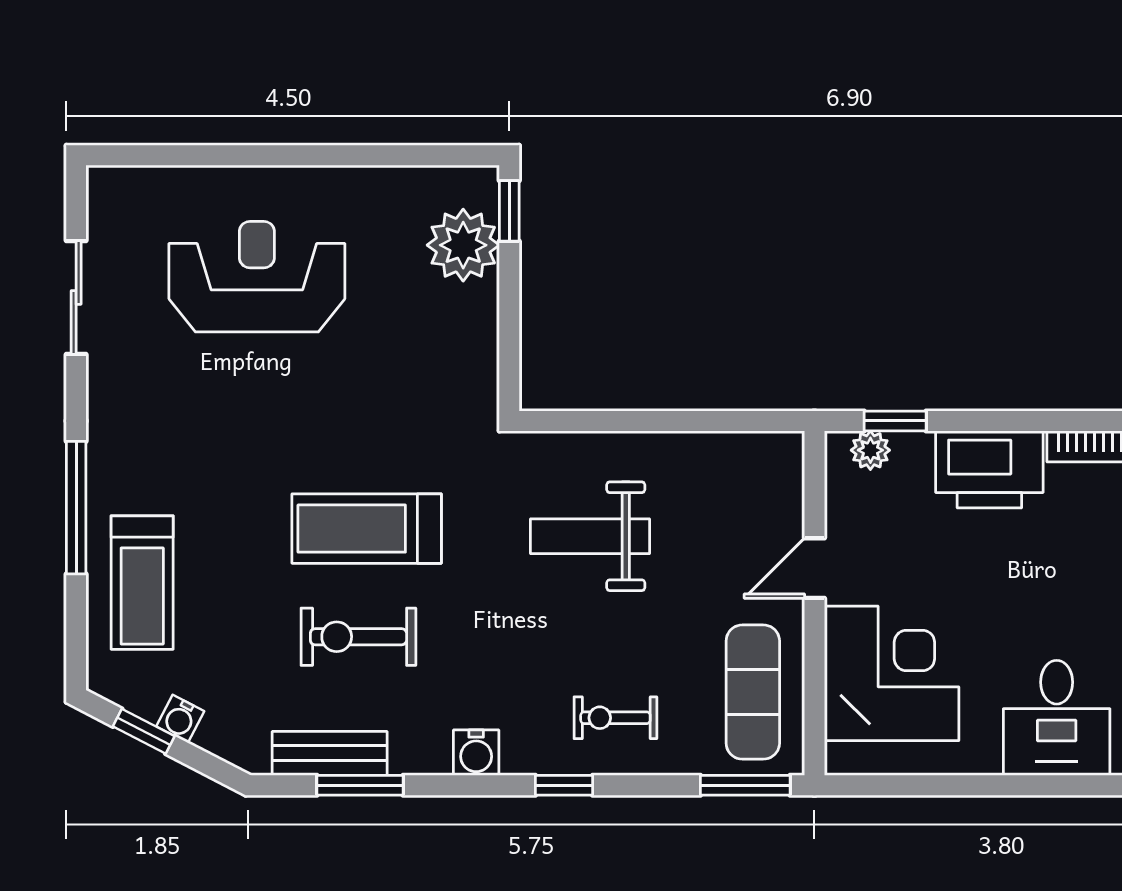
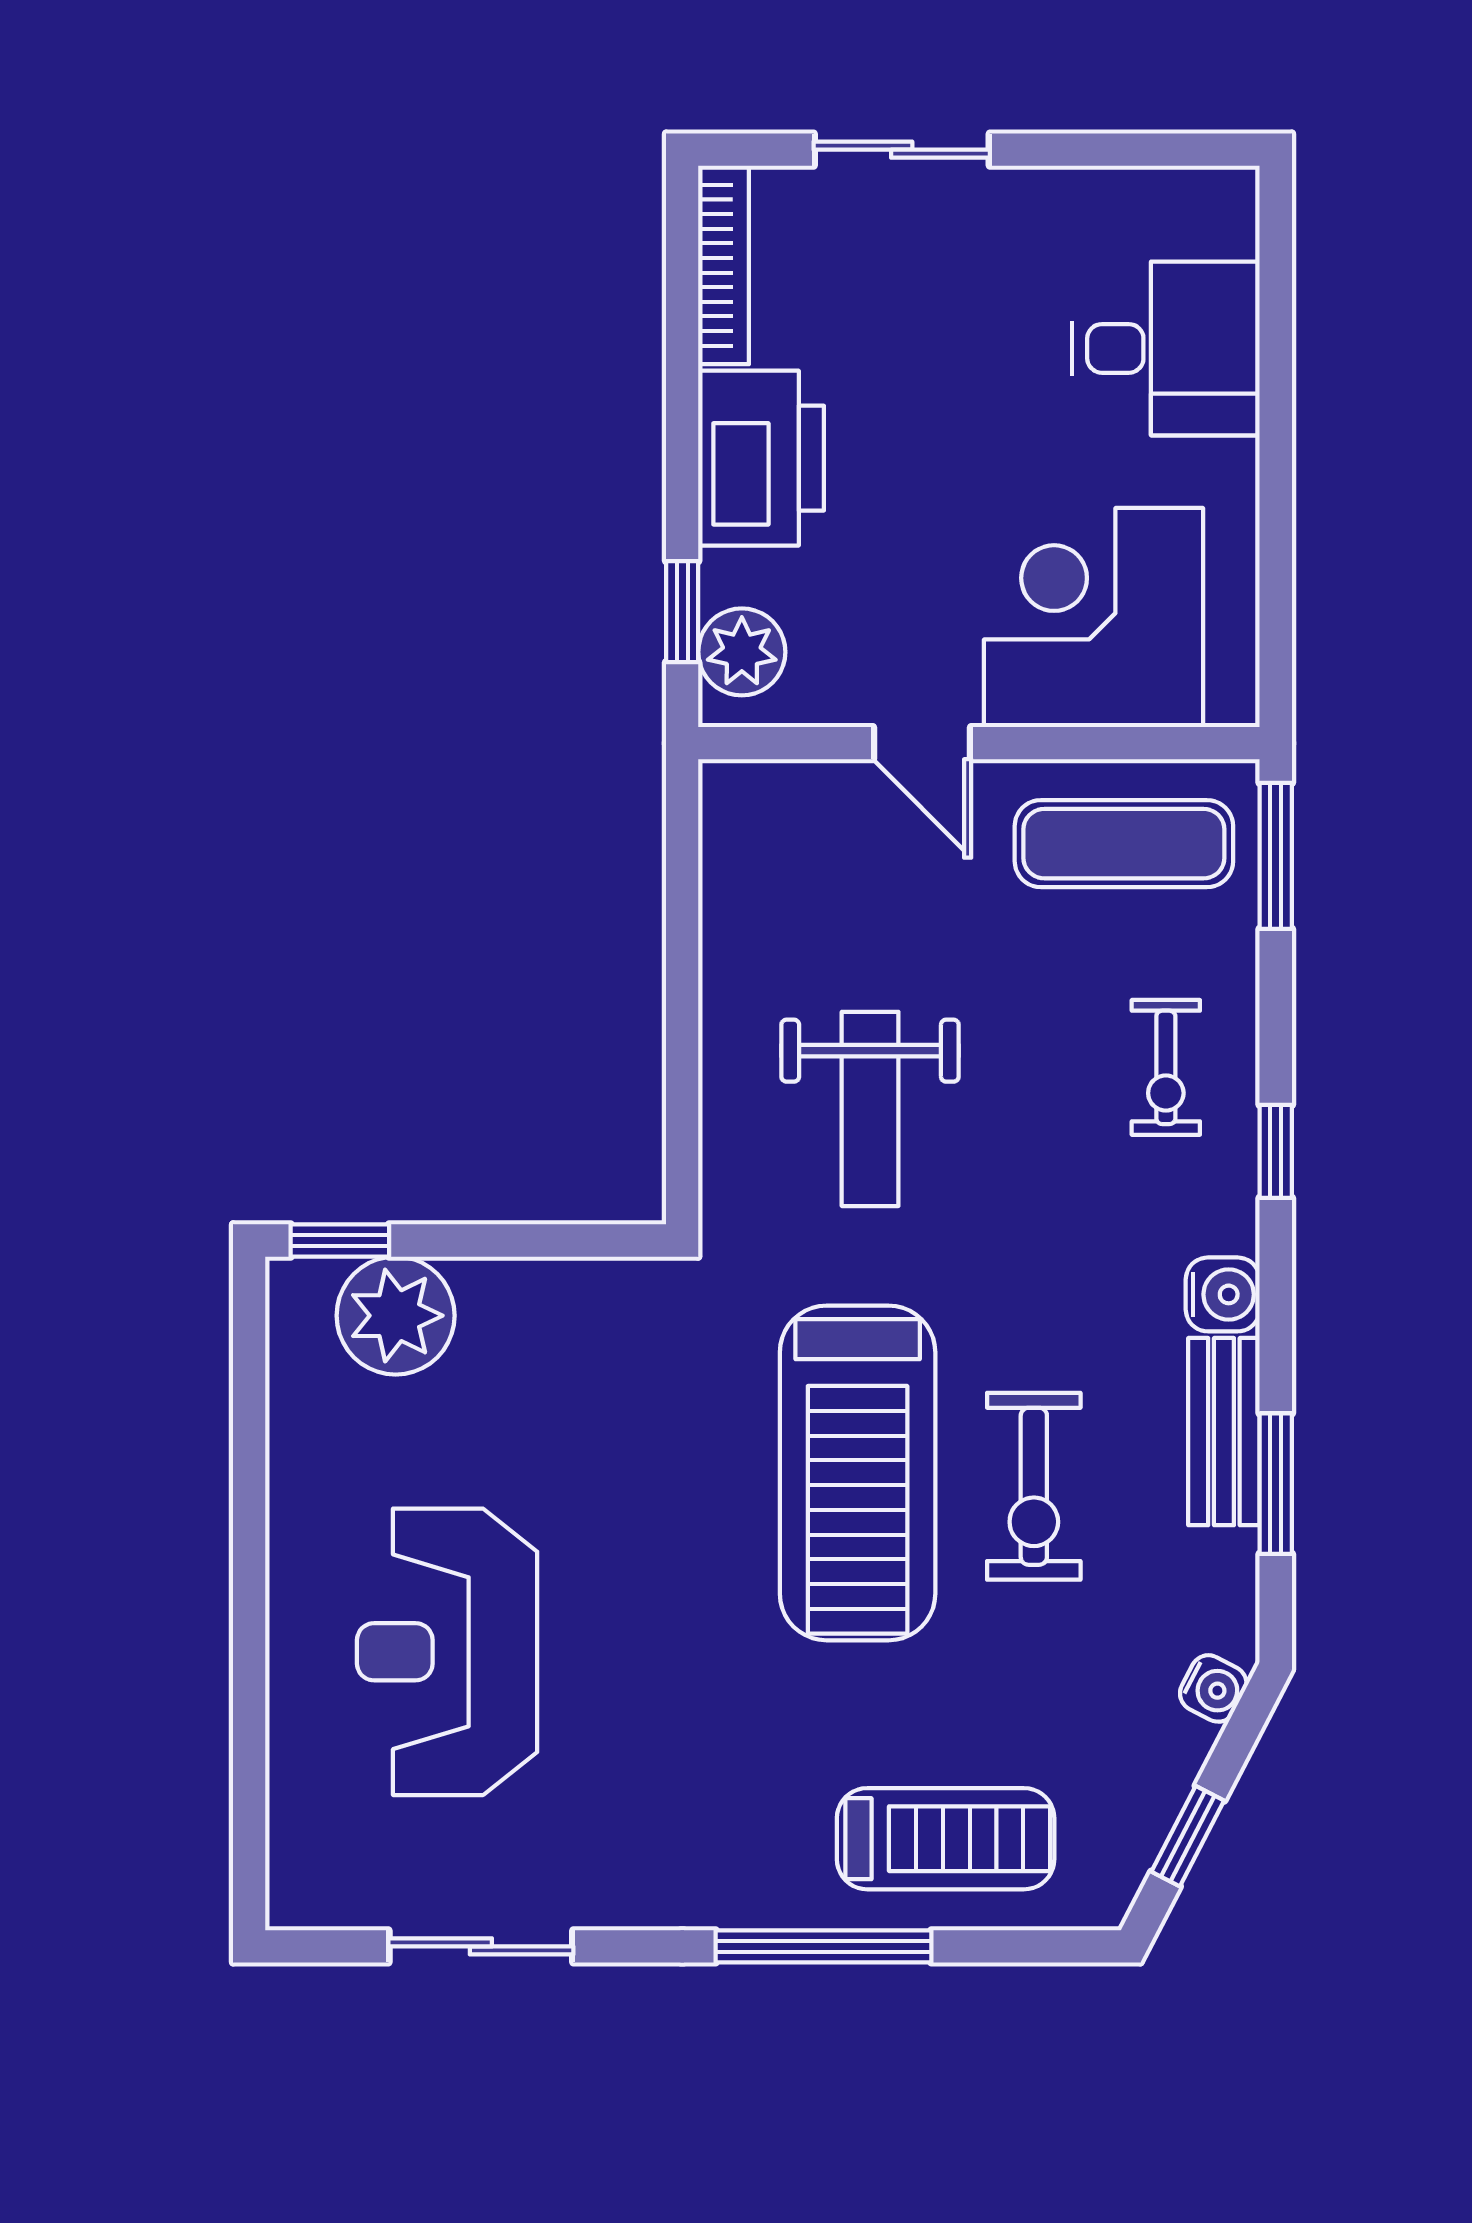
plant: (870, 450) -> (742, 652), width x1.38, depth x1.38
treadmill: (367, 529) -> (858, 1473), width x1.37, depth x1.38
water cooler: (180, 719) -> (1213, 1688), moved
bench: (330, 753) -> (1224, 1432), moved

